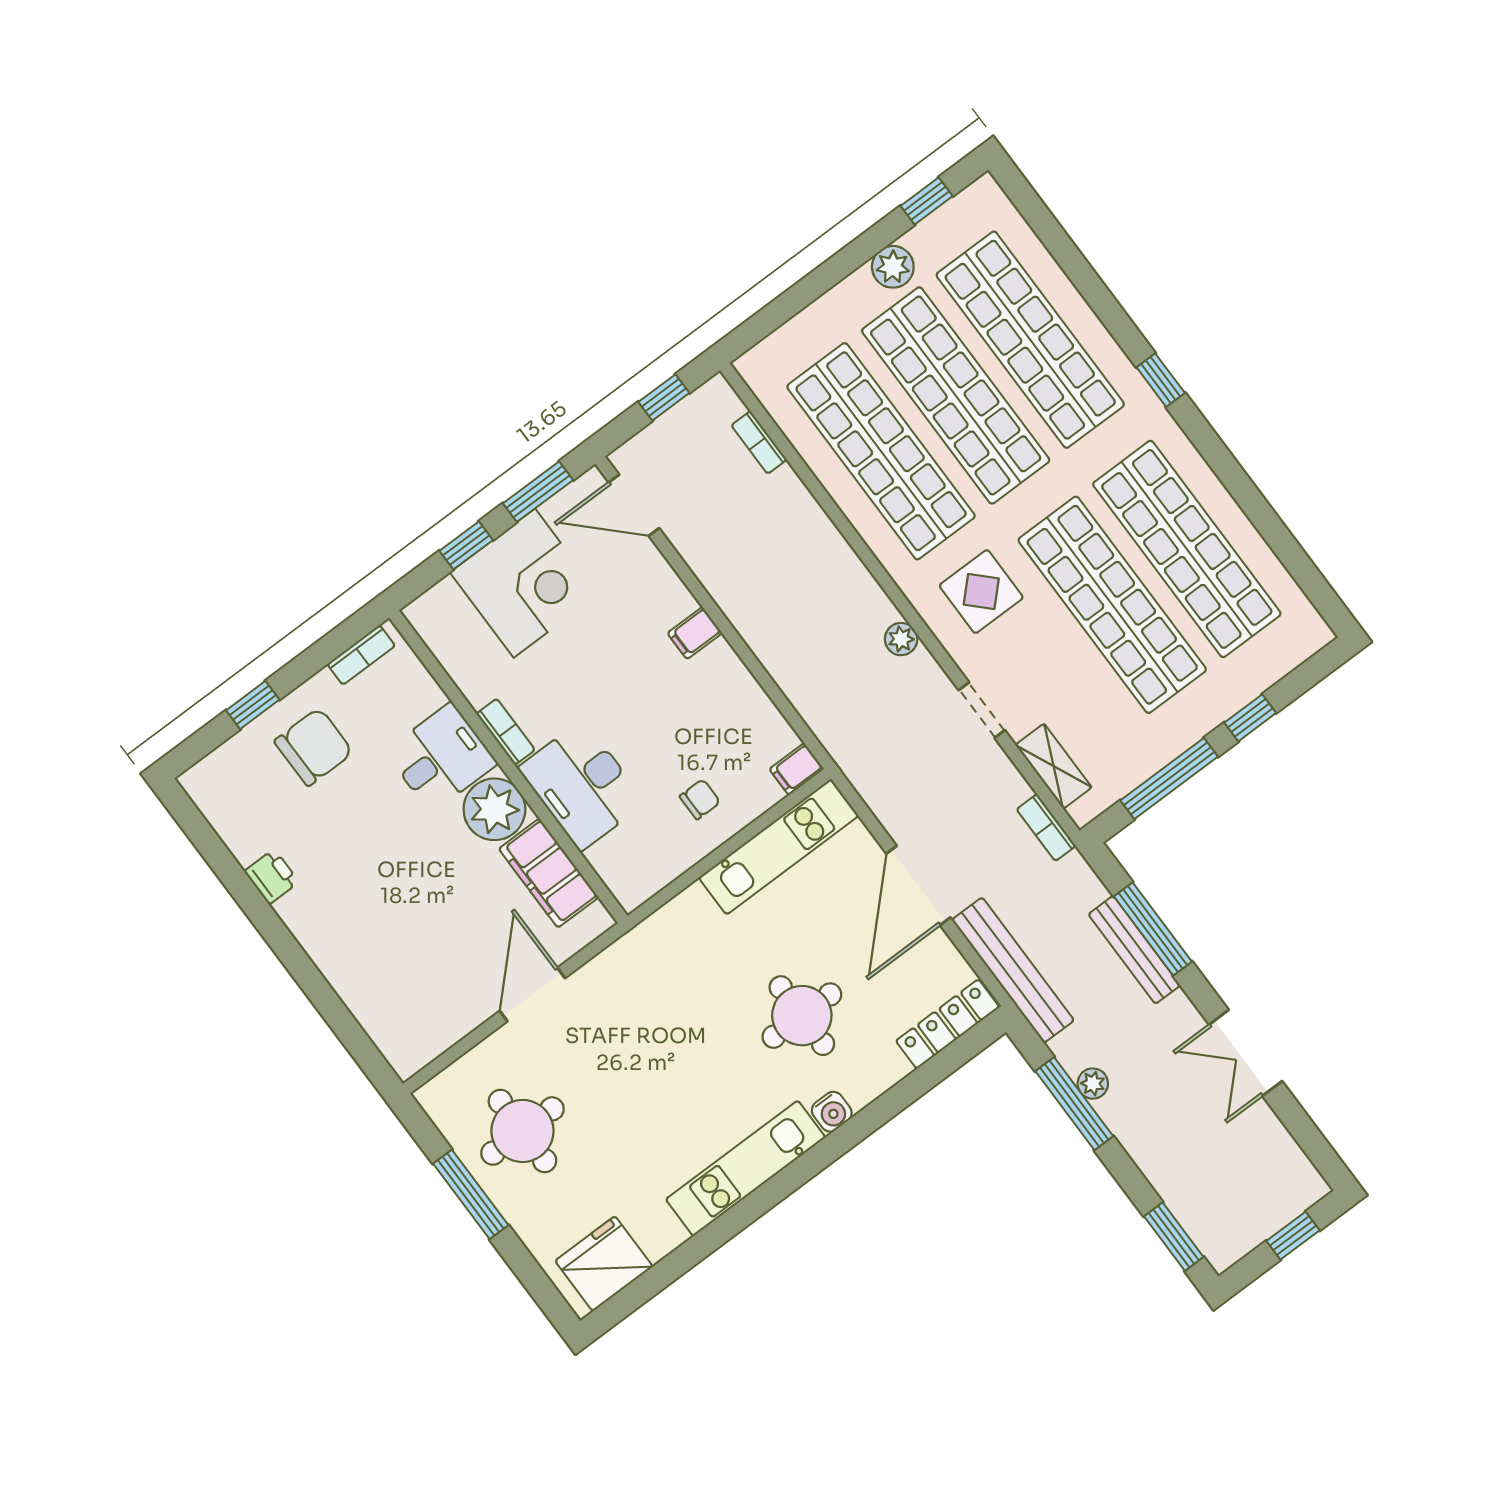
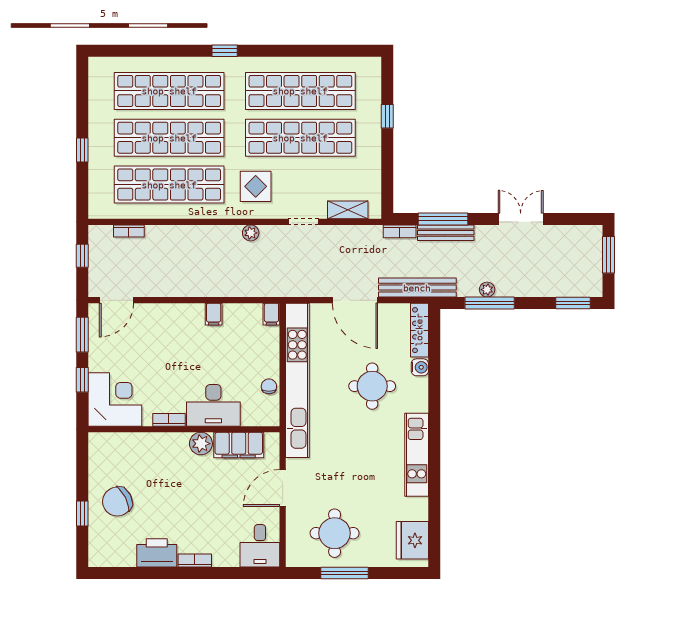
window: (927, 201) -> (82, 150), moved
plant: (893, 267) -> (98, 124), removed
corner desk: (524, 583) -> (115, 399), moved
filing cabinet: (695, 633) -> (214, 314), moved
bookcase: (361, 655) -> (195, 561), moved, turned -90
chair: (314, 747) -> (117, 502), turned -117
desk: (441, 758) -> (260, 546), moved, turned 180
window: (1169, 778) -> (387, 167), removed
chair: (700, 799) -> (269, 386), moved
plant: (494, 809) -> (201, 444), width x0.73, depth x0.73
bookcase: (1046, 828) -> (400, 231), moved
kitchen unit: (779, 847) -> (297, 380), width x1.86
printer: (272, 877) -> (157, 553), width x1.87, depth x1.48
door: (532, 994) -> (283, 488), hinge flipped
double door: (1246, 1053) -> (521, 219), swing flipped
water cooler: (832, 1112) -> (420, 367), moved
window: (1293, 1236) -> (608, 255), width x1.50

